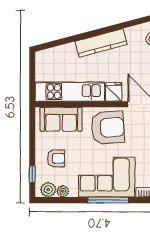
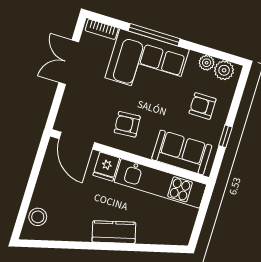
kitchen counter: (101, 43) -> (114, 232), width x0.67
armchair: (108, 128) -> (127, 124), width x0.53, depth x0.53
window: (32, 174) -> (225, 136), moved

